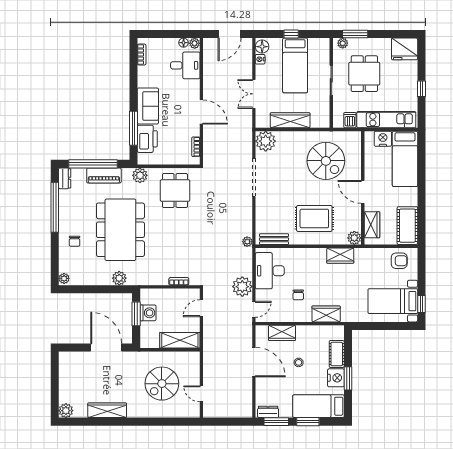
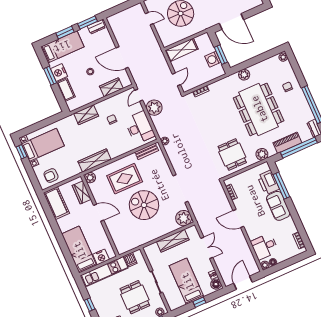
spiral stairs: (326, 161) -> (144, 205), moved
wardrobe: (340, 256) -> (94, 161), width x1.50

